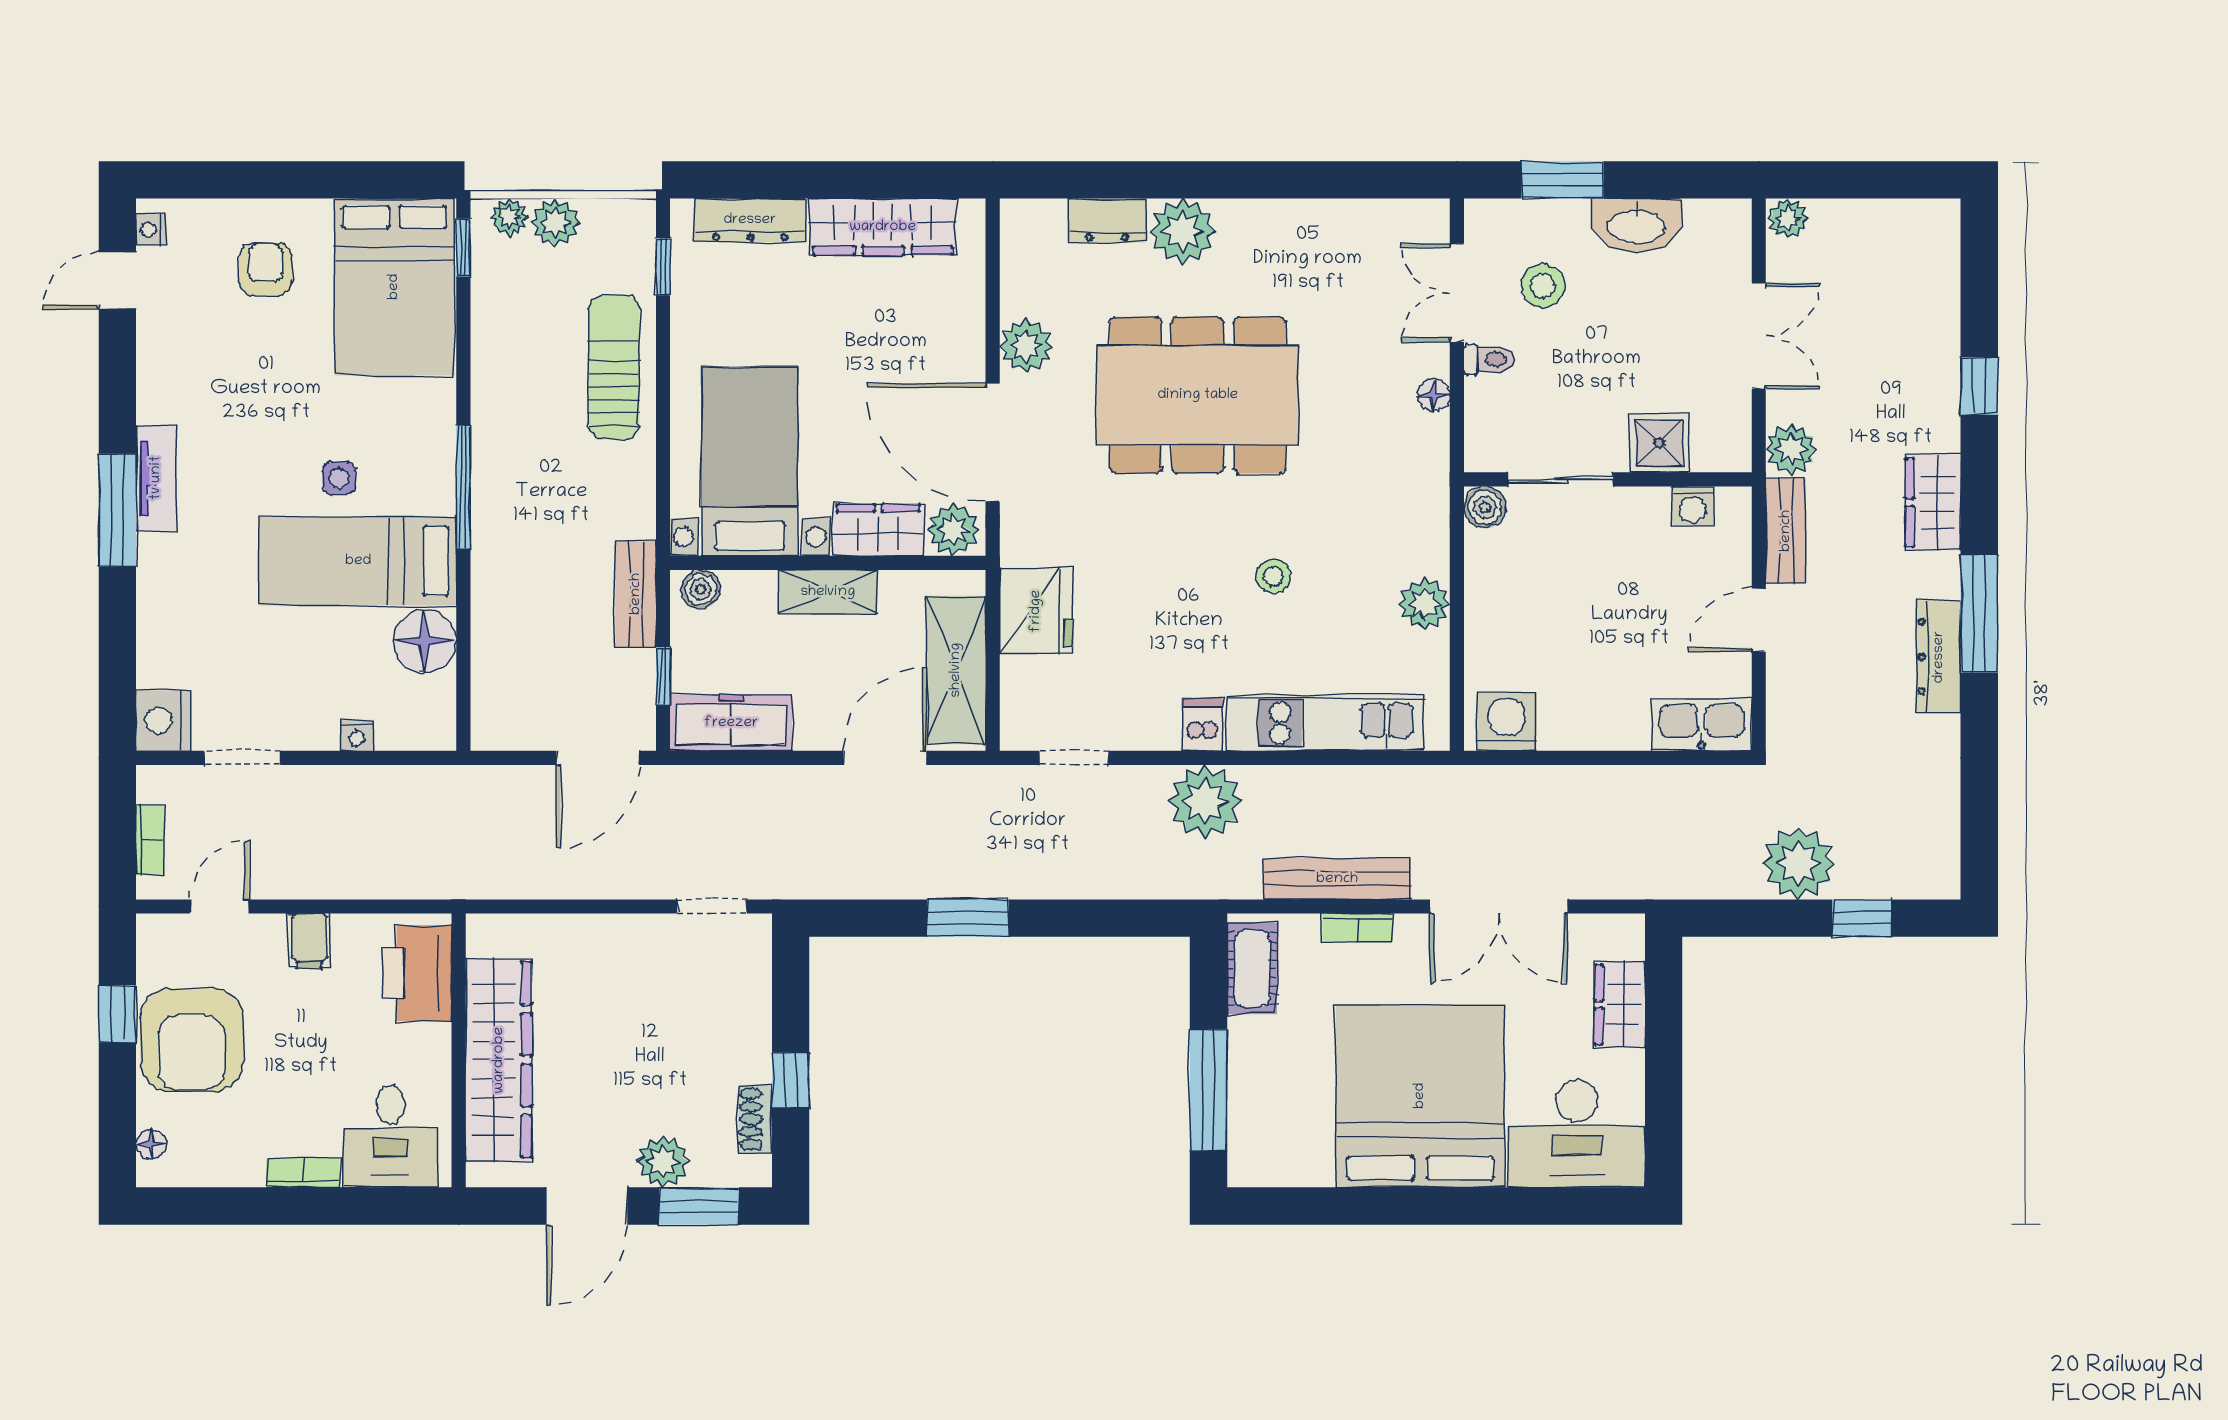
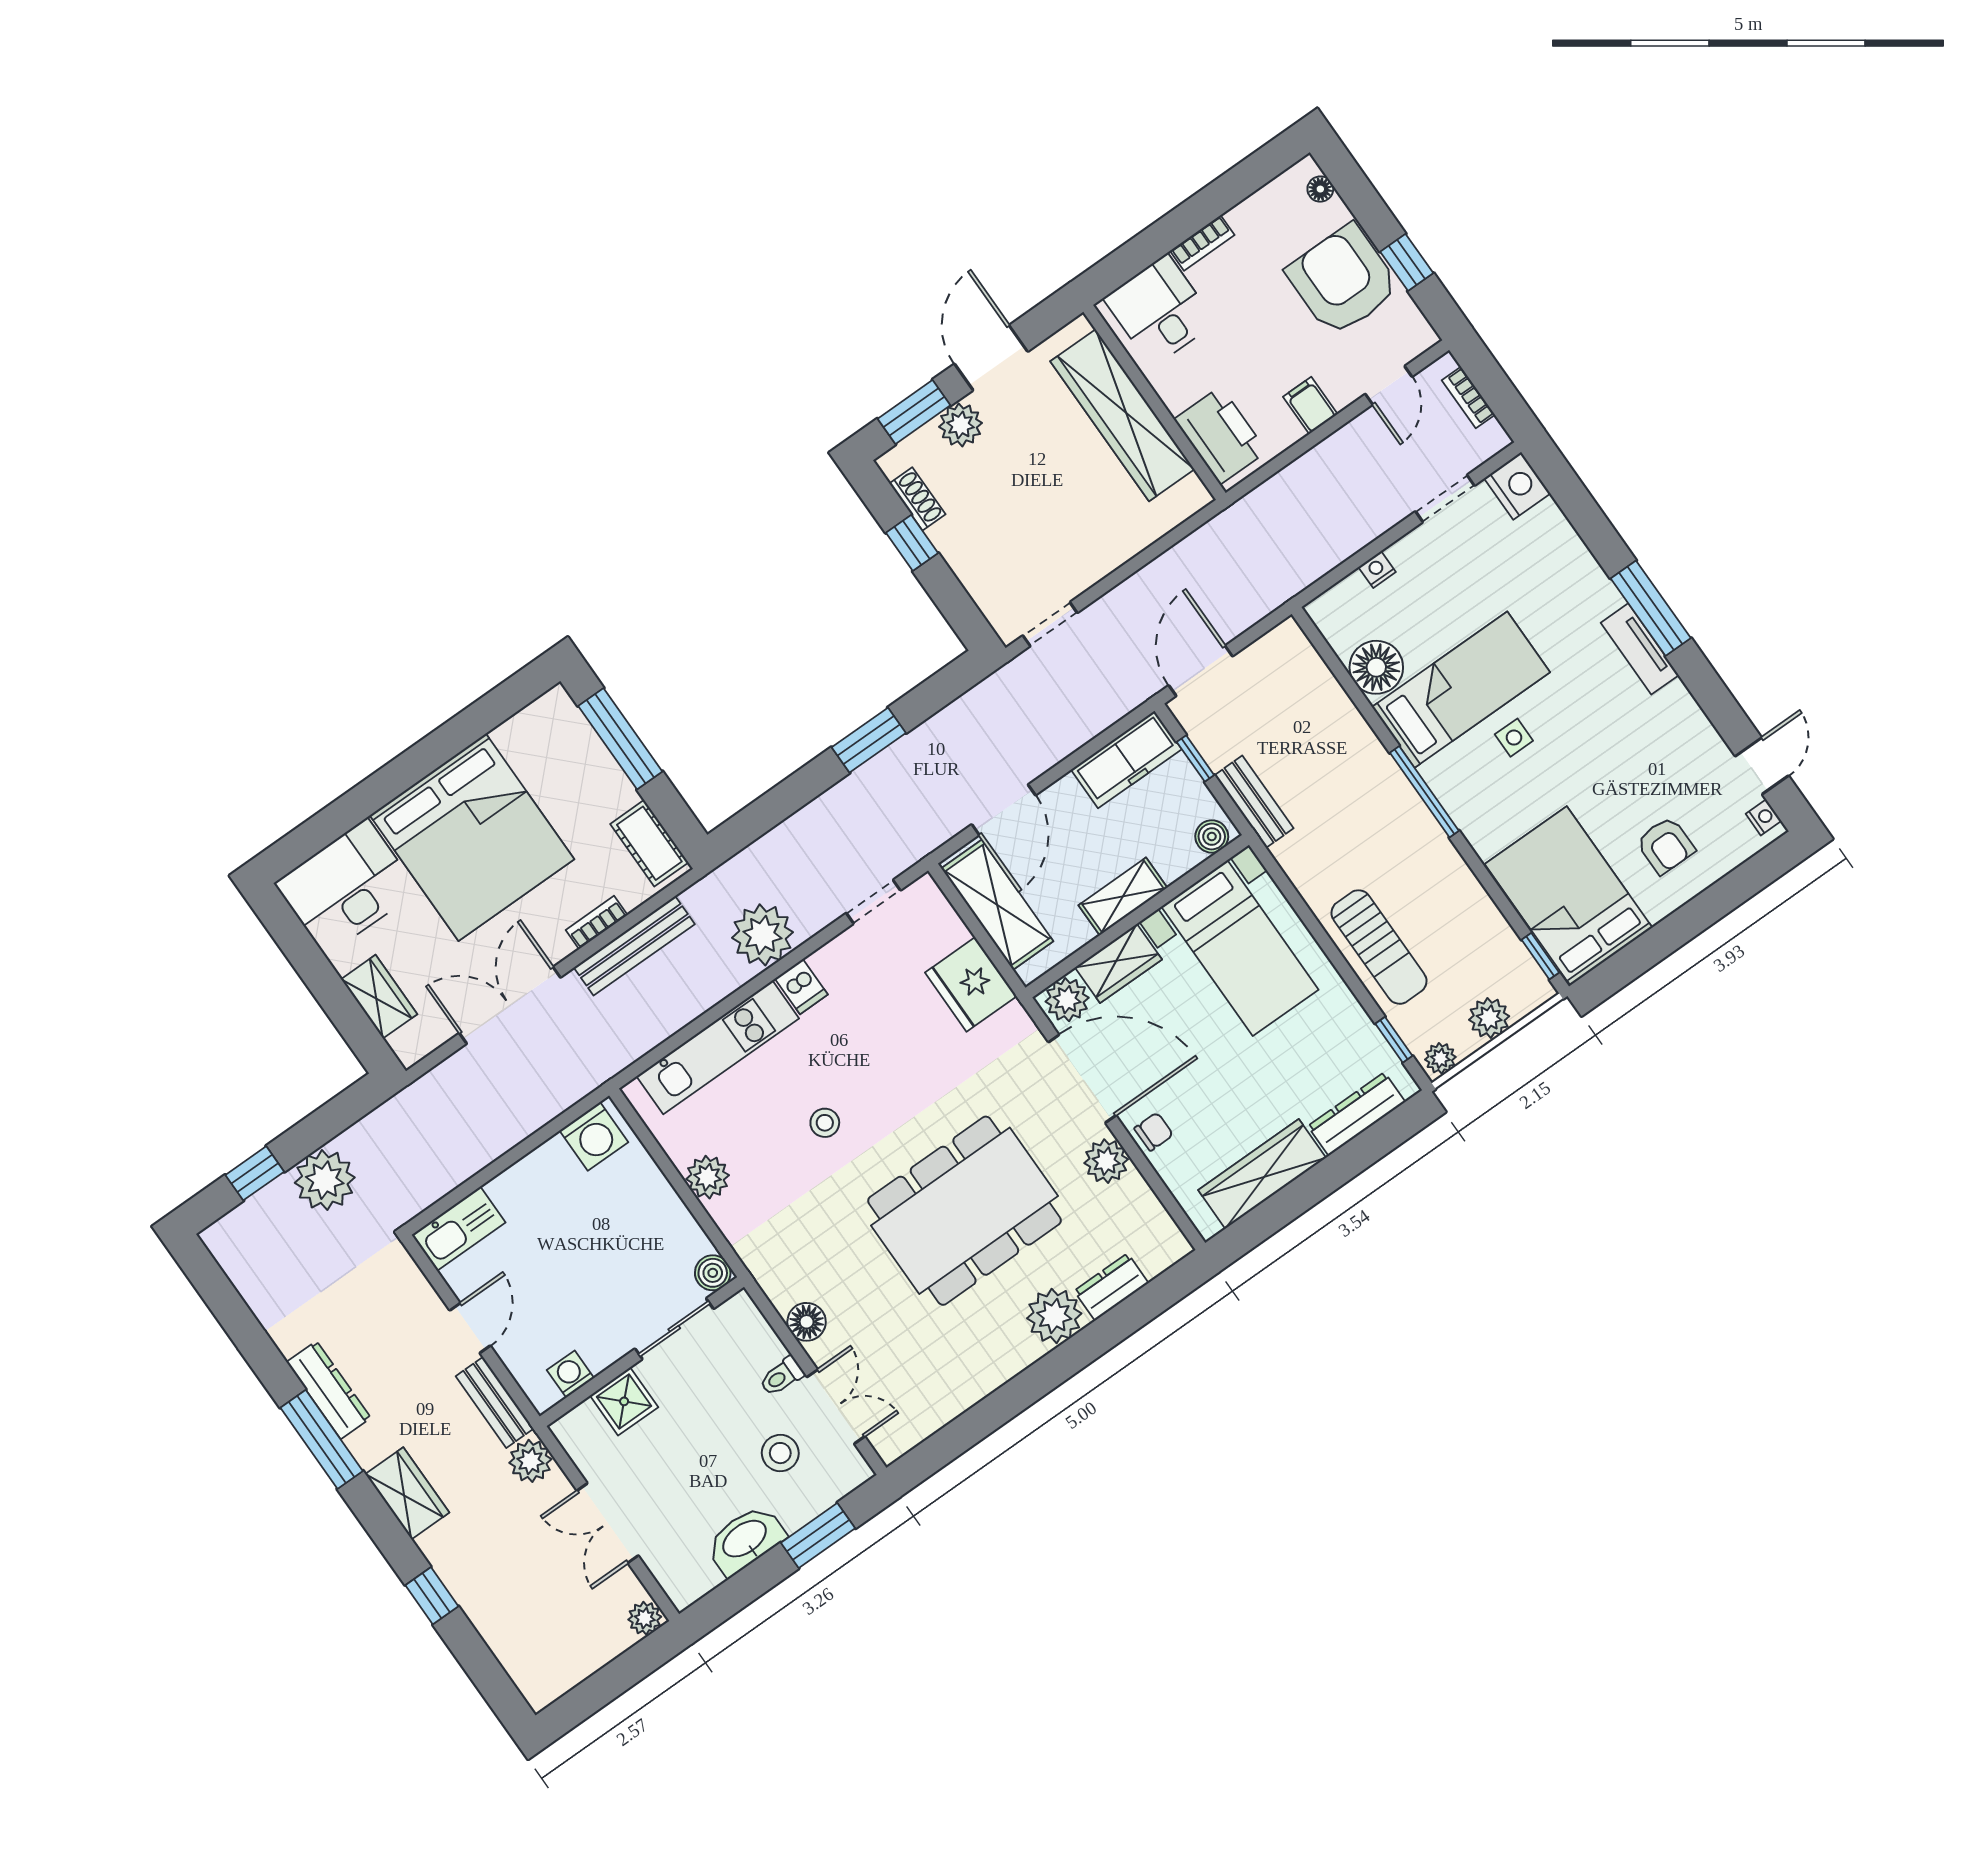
plant: (509, 217) -> (1440, 1058), moved
chair: (959, 342) -> (1154, 1132), added
floor lamp: (1433, 395) -> (807, 1322), width x1.37, depth x1.37

